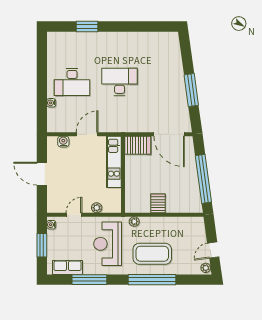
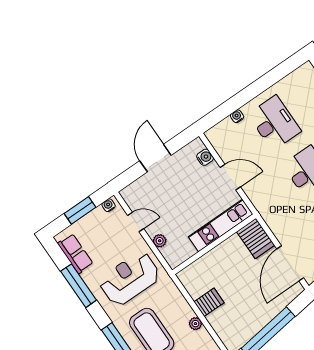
desk: (72, 82) -> (274, 123), turned 180
plant: (134, 222) -> (195, 324), moved

